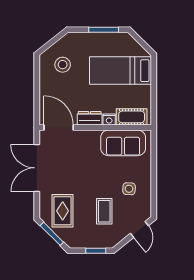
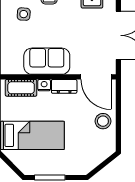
stool: (63, 65) -> (103, 121), moved
sofa: (123, 143) -> (47, 61), moved

